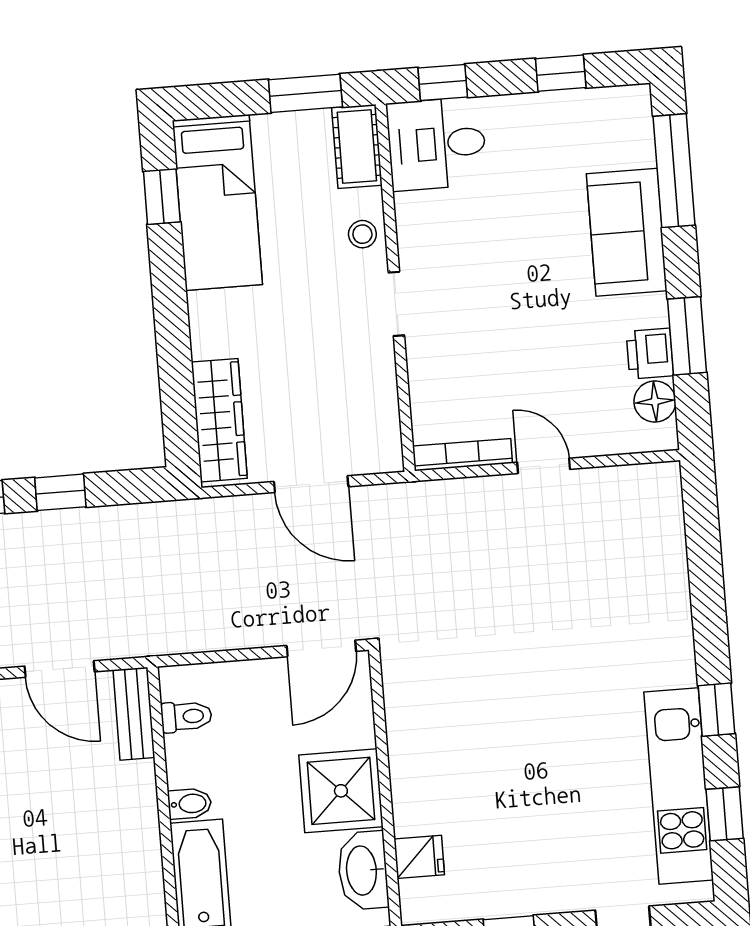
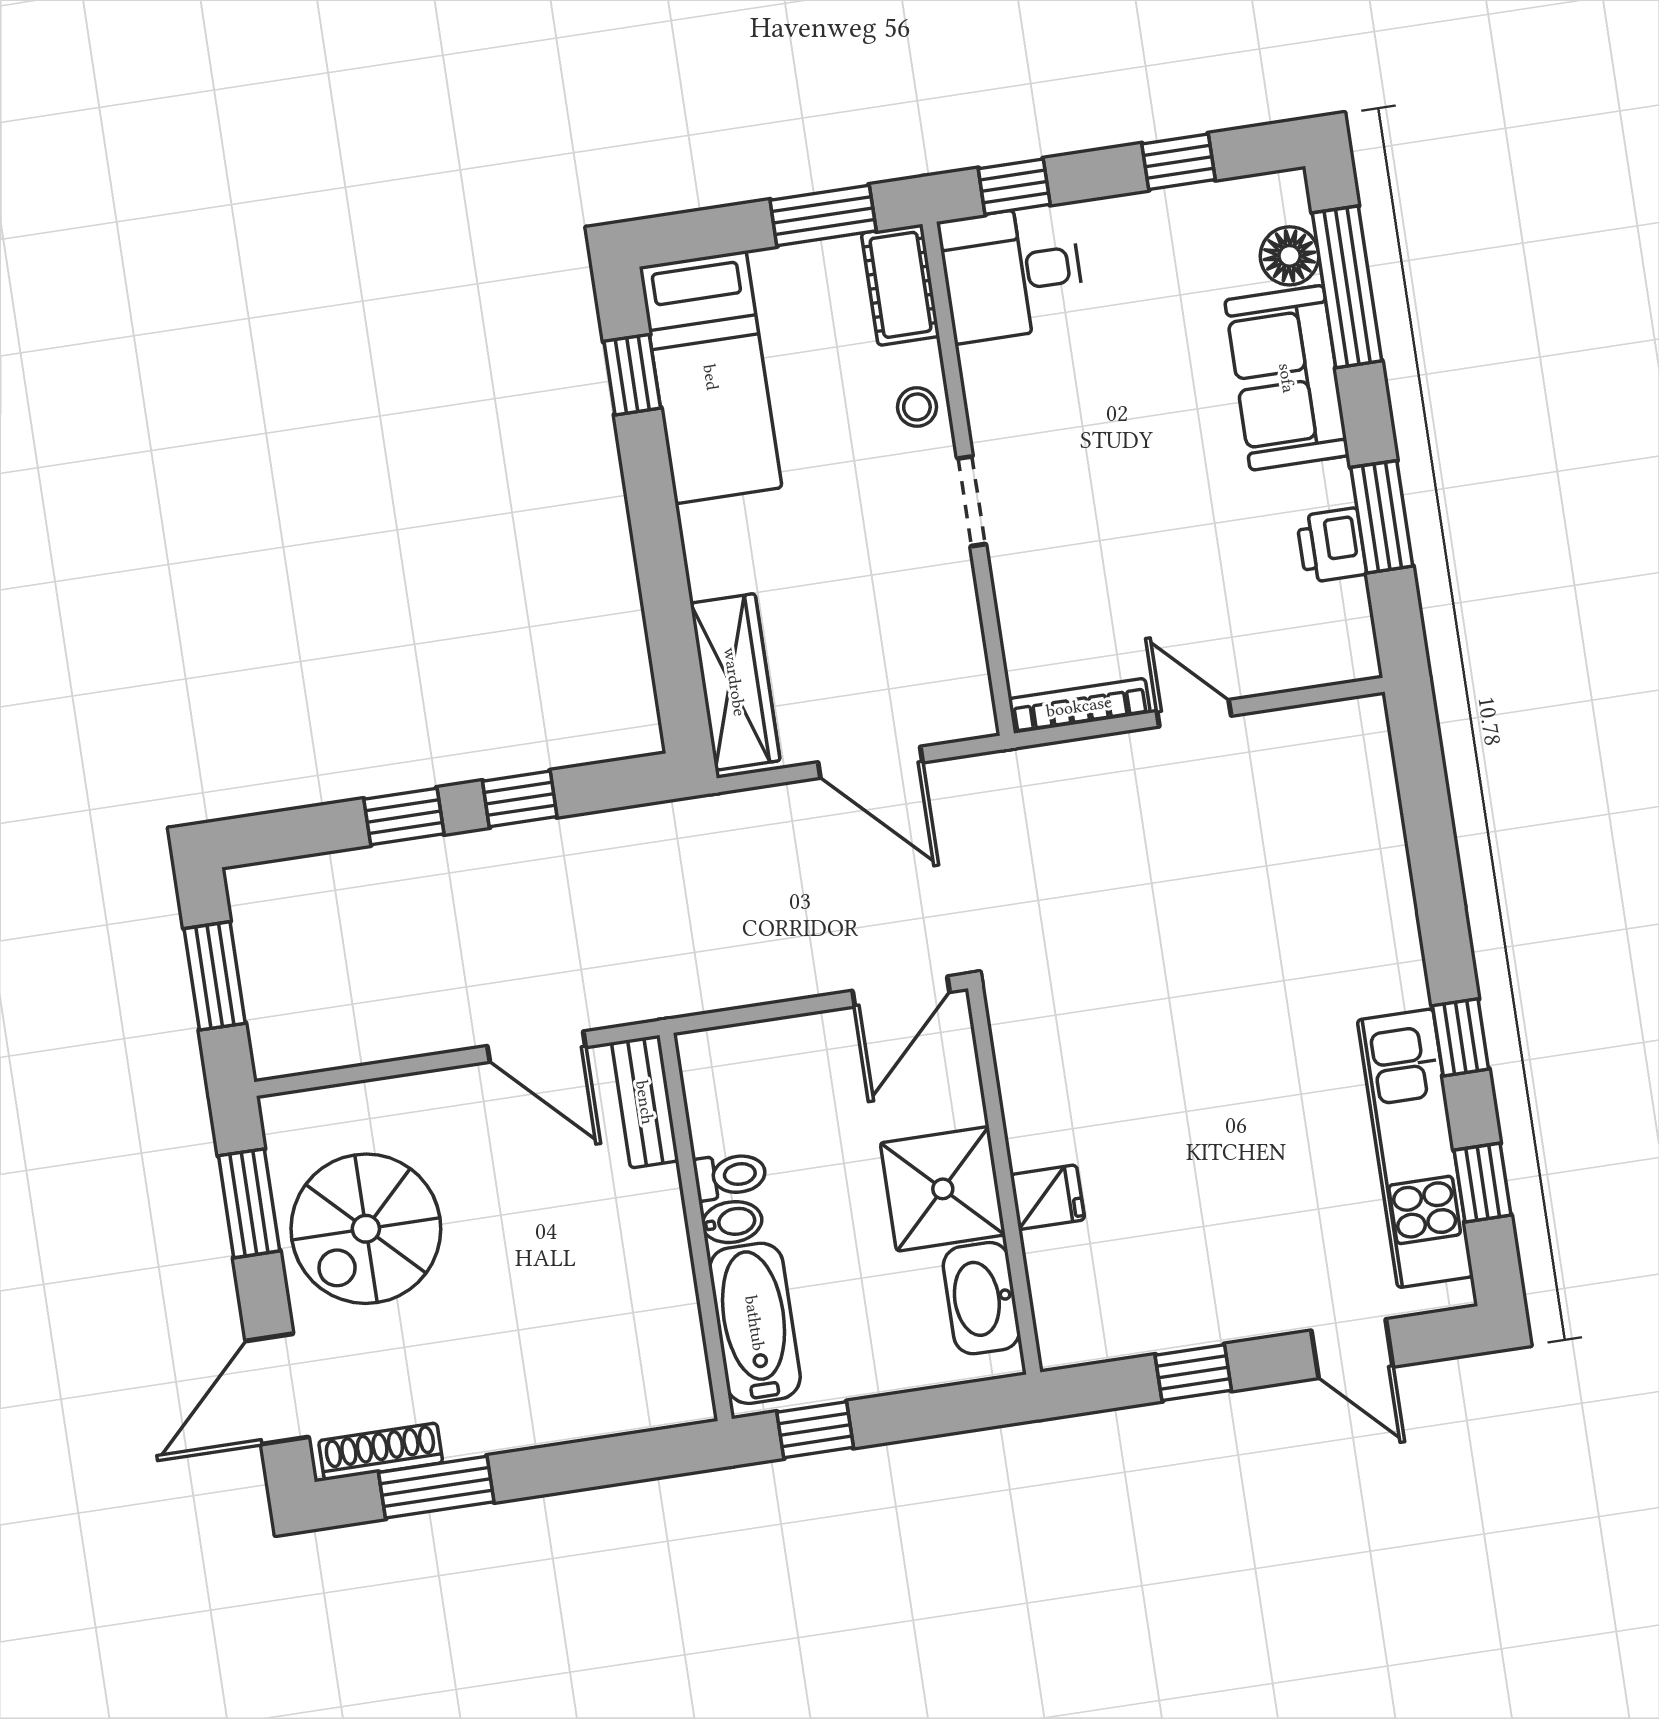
floor lamp: (655, 401) -> (1290, 256), moved
toilet: (186, 716) -> (730, 1176), moved
fridge: (419, 857) -> (1047, 1197), moved

